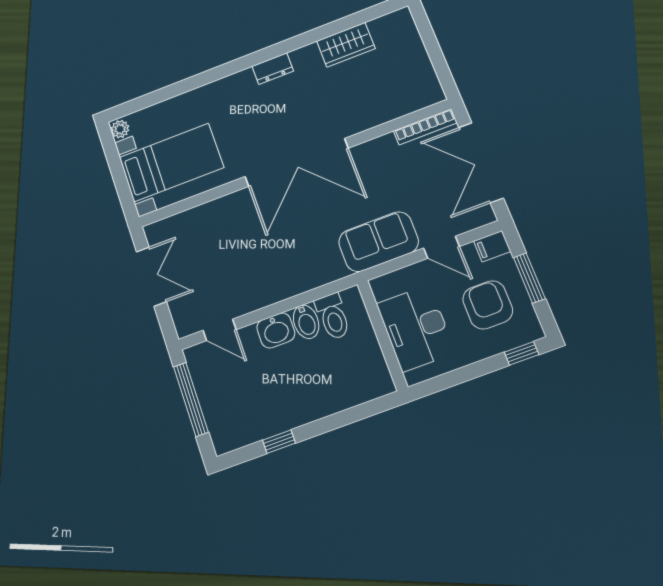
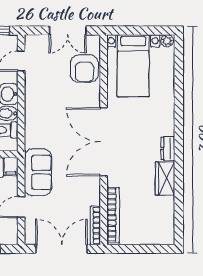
wardrobe: (346, 45) -> (165, 179), moved
bookcase: (399, 108) -> (113, 215), added
armchair: (199, 231) -> (84, 69), added
filing cabinet: (492, 246) -> (11, 167), moved, turned 180

